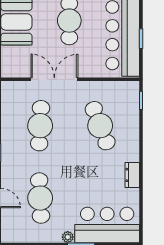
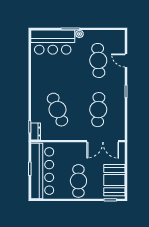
double door: (54, 79) -> (103, 141), moved
dresser: (132, 175) -> (36, 132), moved

